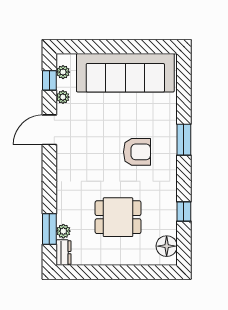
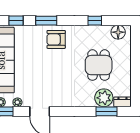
window: (184, 95) -> (16, 21), added
armchair: (137, 152) -> (56, 39), moved, turned -90
plant: (63, 231) -> (104, 98), width x1.87, depth x1.87

